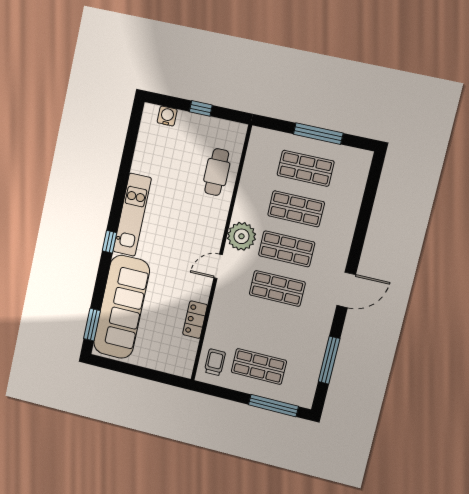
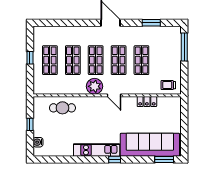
window: (318, 134) -> (30, 58), width x0.46
window: (329, 360) -> (151, 23), width x0.69
shop shelf: (259, 366) -> (141, 60), moved

